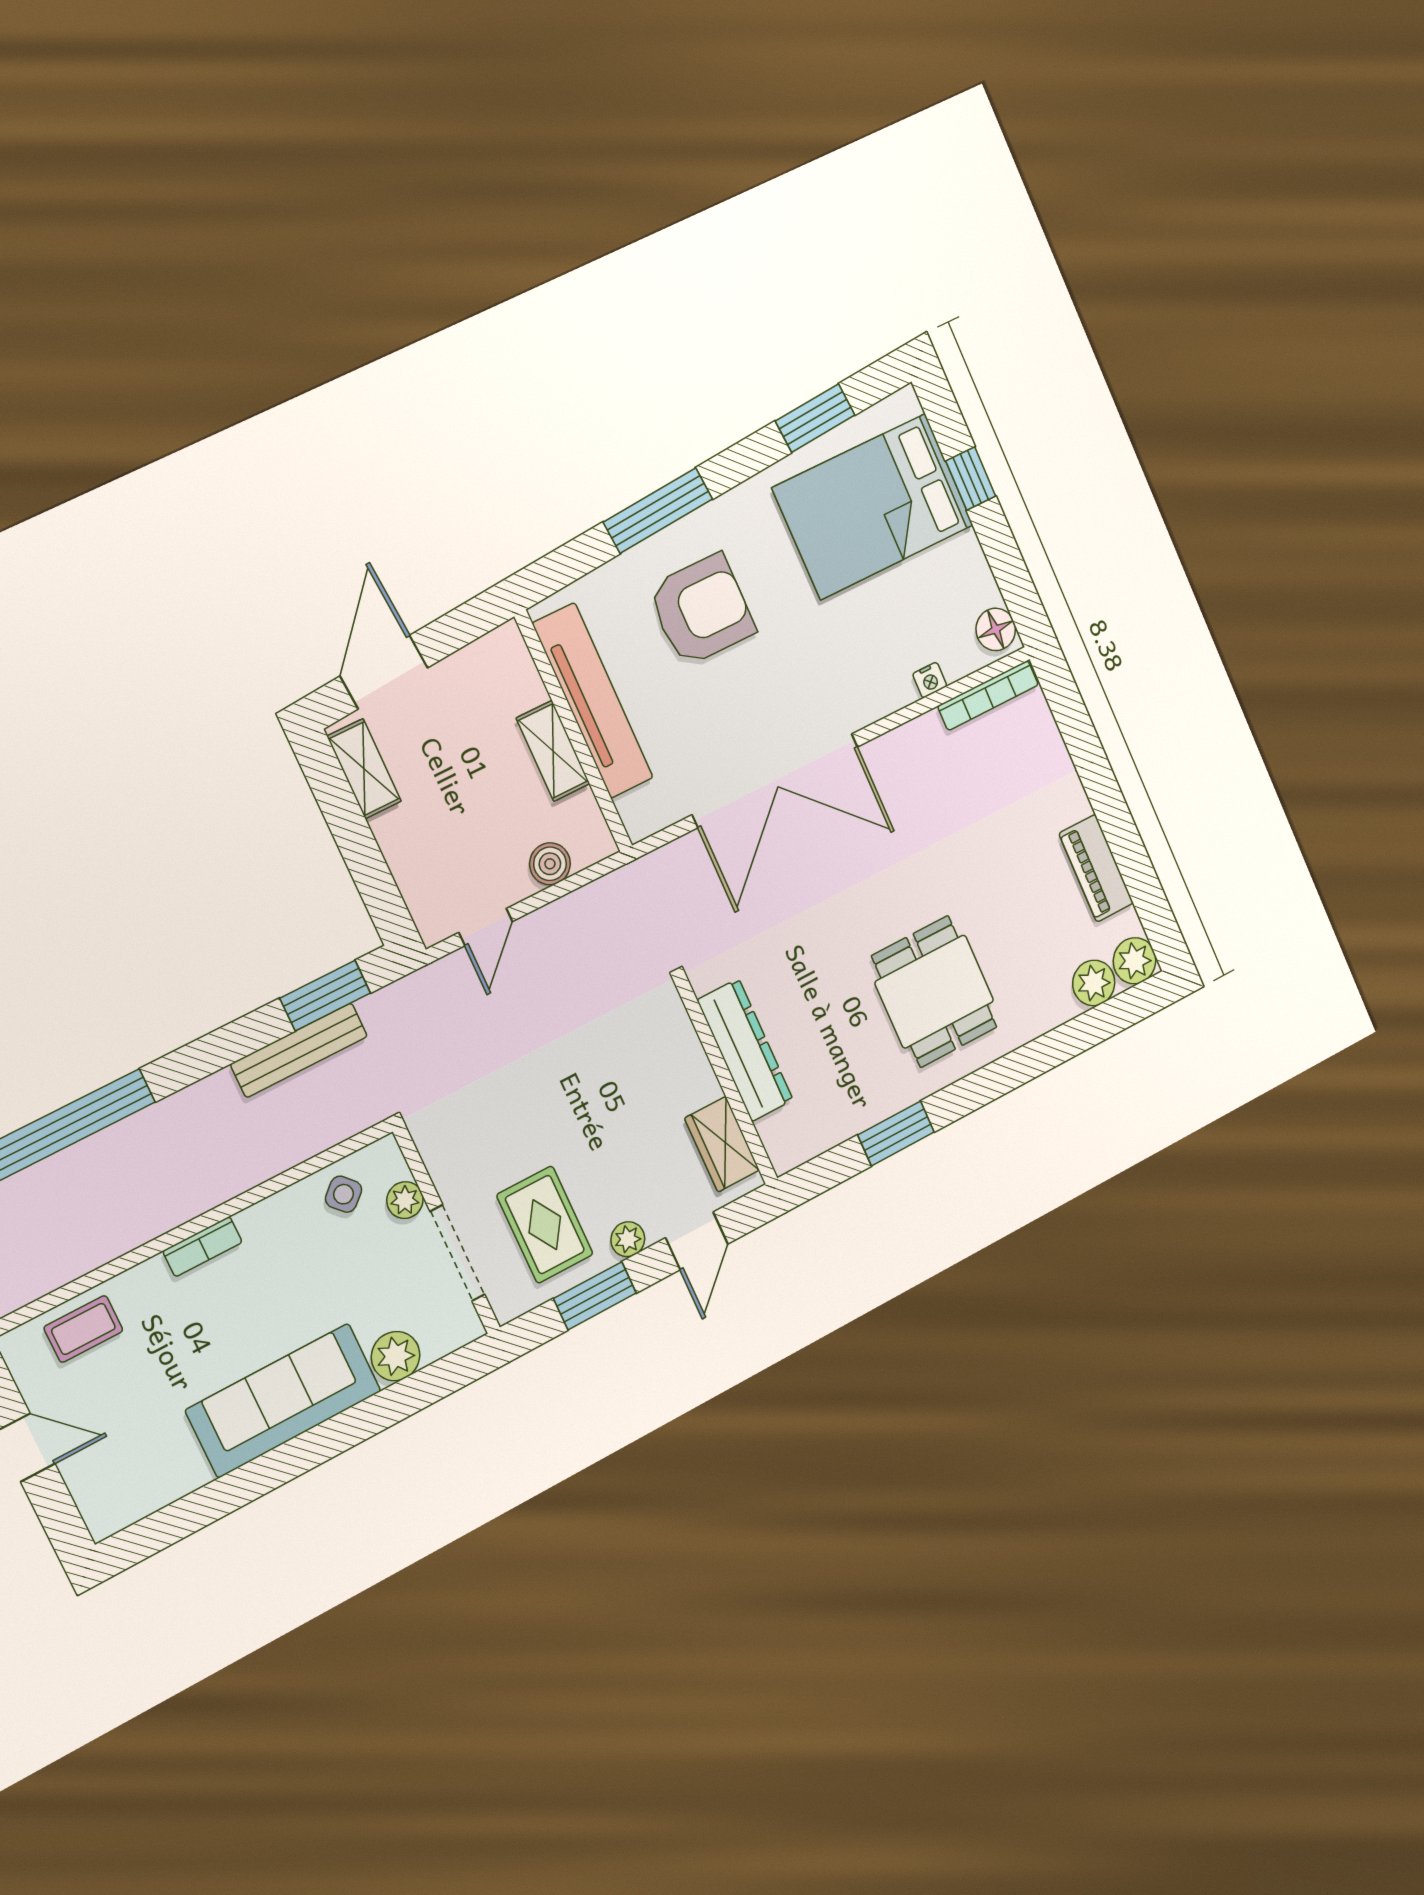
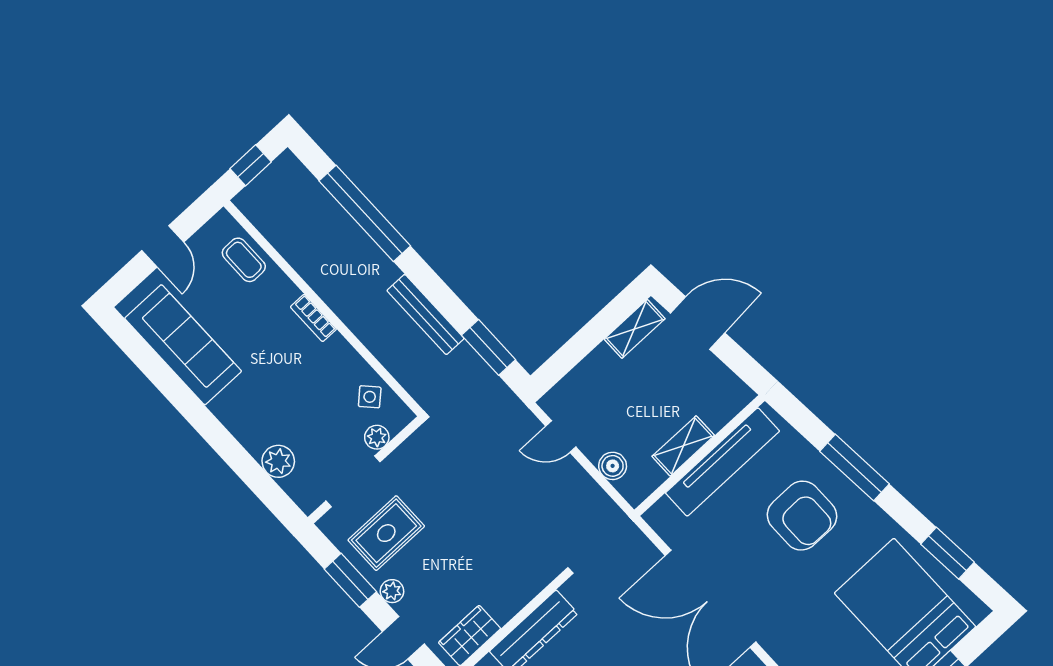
bench: (299, 1050) -> (426, 315), moved
sofa: (283, 1400) -> (183, 345), moved

